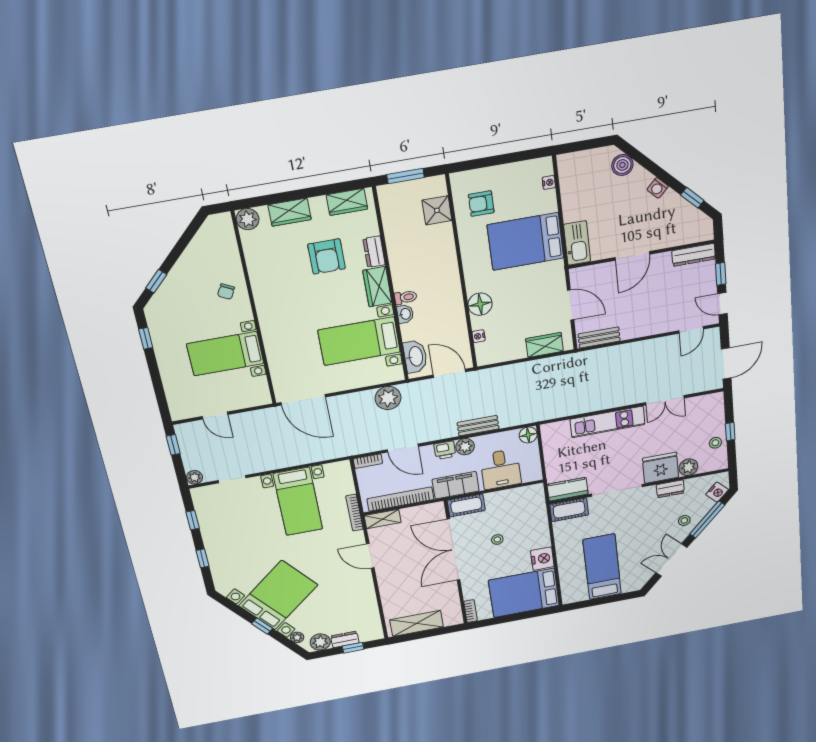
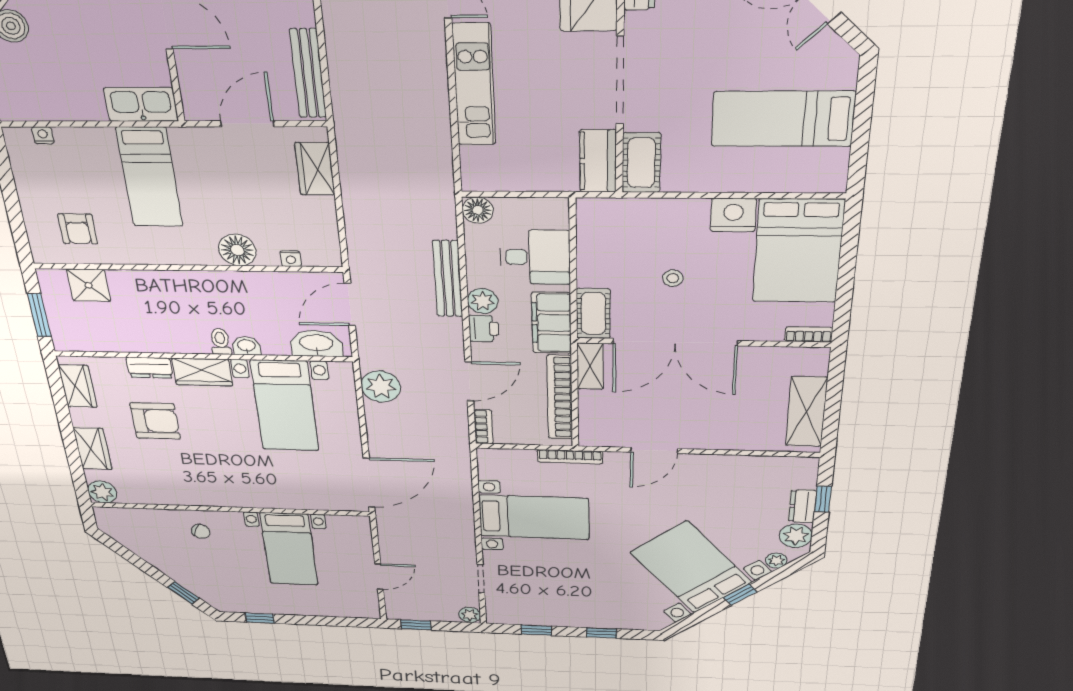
bed: (525, 241) -> (150, 177), width x0.67
bench: (599, 337) -> (308, 73), width x1.36
bench: (478, 426) -> (448, 279), width x1.36
shelving: (383, 519) -> (590, 366), moved

